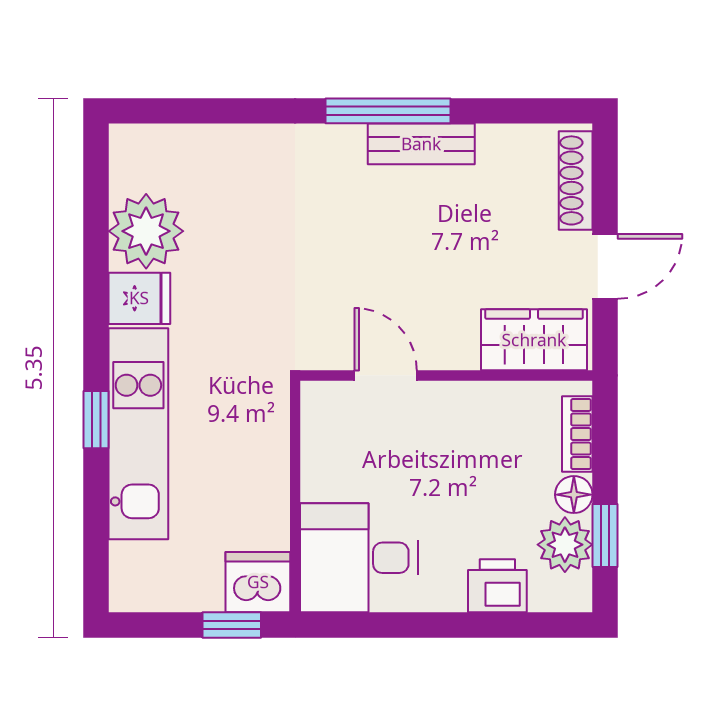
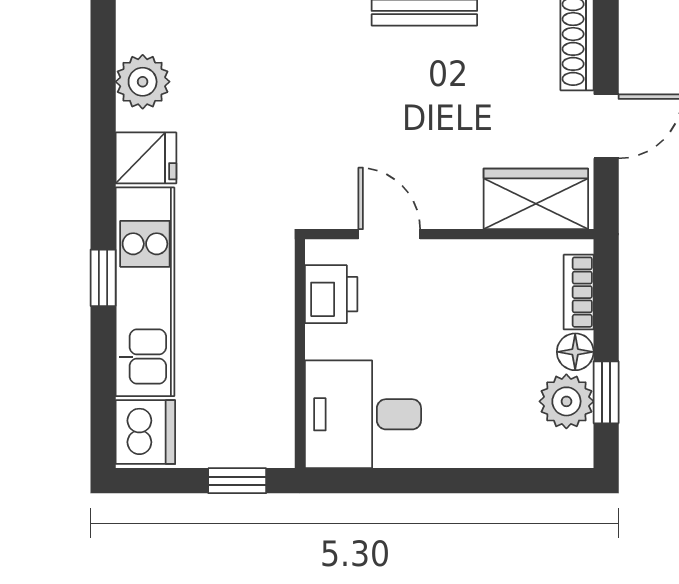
plant: (146, 231) -> (143, 82), width x0.73, depth x0.73
dishwasher: (258, 582) -> (145, 432), moved, turned 90
printer: (497, 586) -> (331, 294), moved, turned 90

